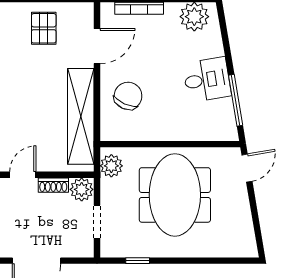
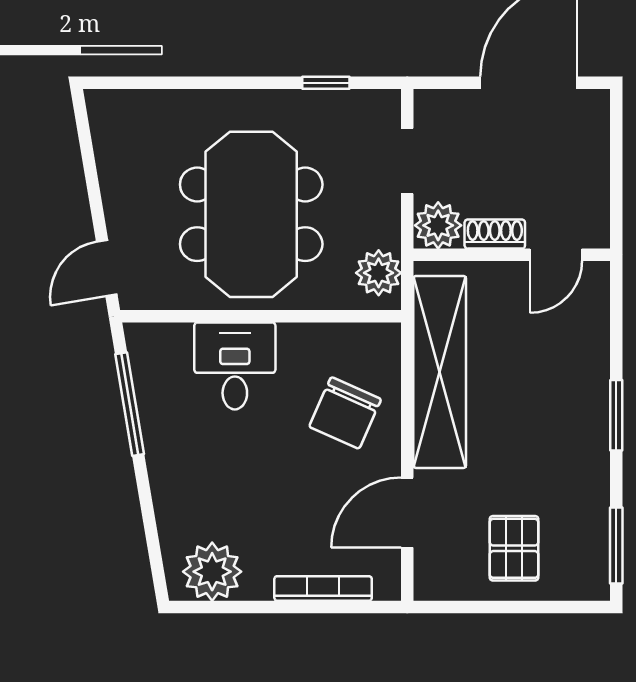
desk: (207, 80) -> (235, 366), moved, turned 100

